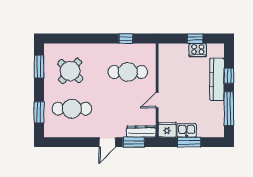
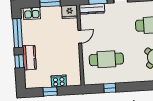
cooker: (198, 50) -> (59, 81), moved
kitchen counter: (217, 79) -> (29, 58), width x0.67
kitchen sink: (187, 130) -> (32, 13), moved

